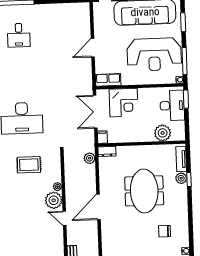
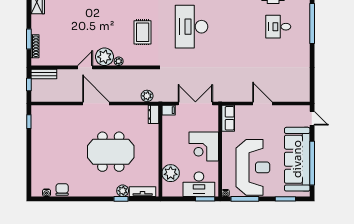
reception desk: (154, 54) -> (253, 167), turned 180
corner desk: (124, 103) -> (204, 147), moved
chair: (165, 231) -> (62, 190), moved

